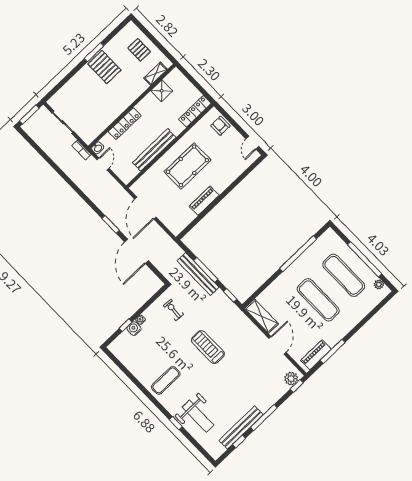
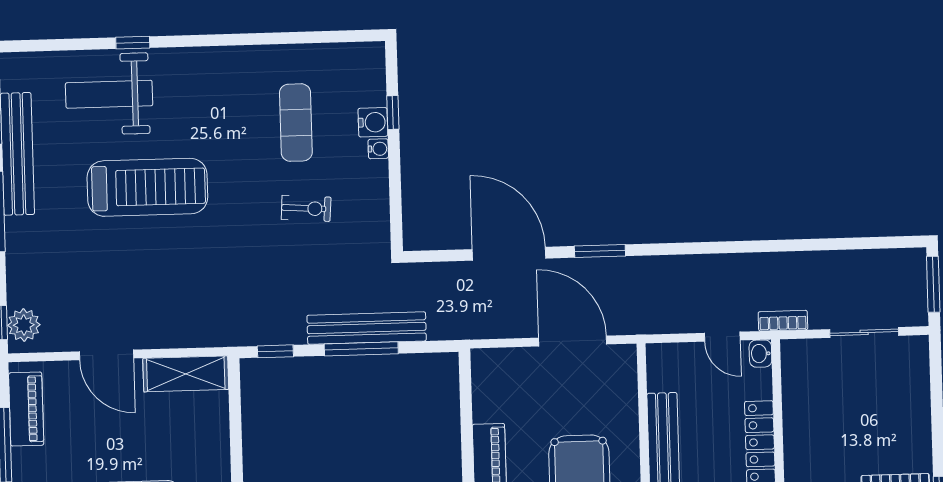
exercise bike: (173, 310) -> (306, 208), moved
treadmill: (208, 347) -> (147, 187), moved, width x1.37, depth x1.38
exercise mat: (166, 380) -> (296, 123), moved

